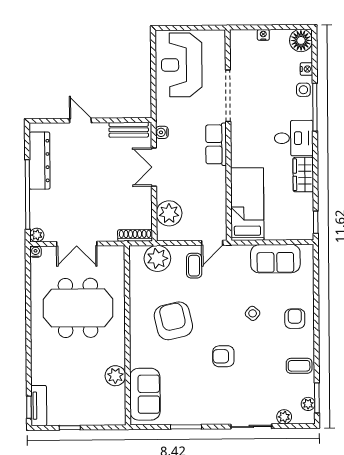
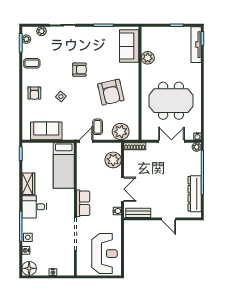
tv unit: (39, 406) -> (196, 45), width x1.41

